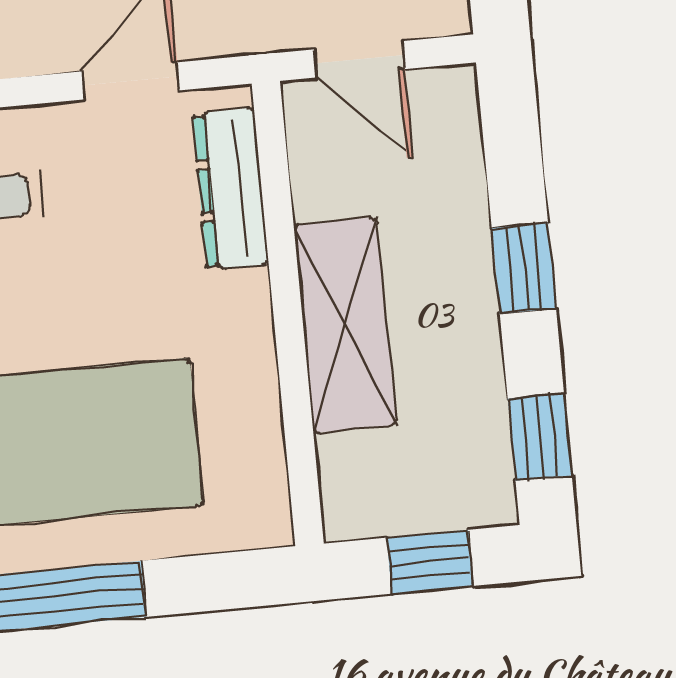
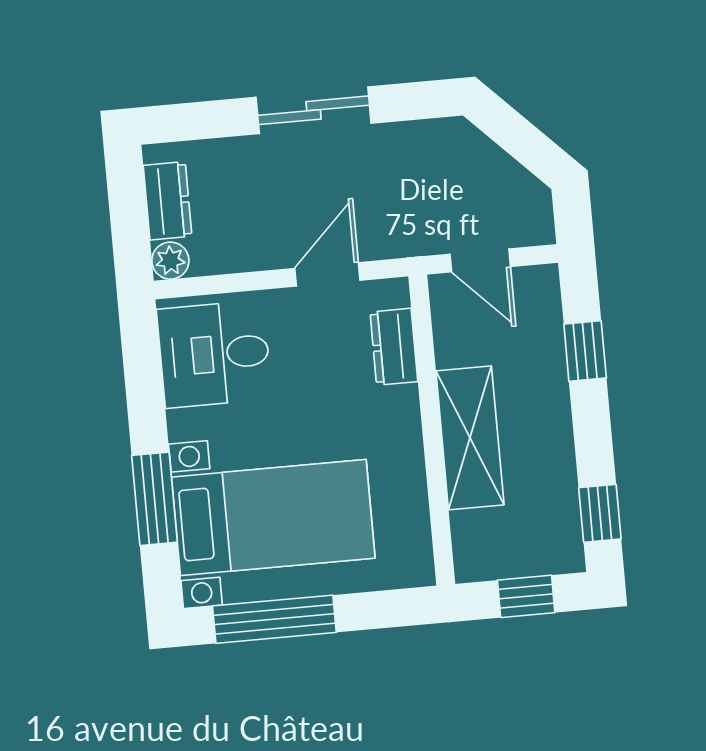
dresser: (231, 189) -> (394, 347), width x0.70
window: (524, 268) -> (585, 351), moved

